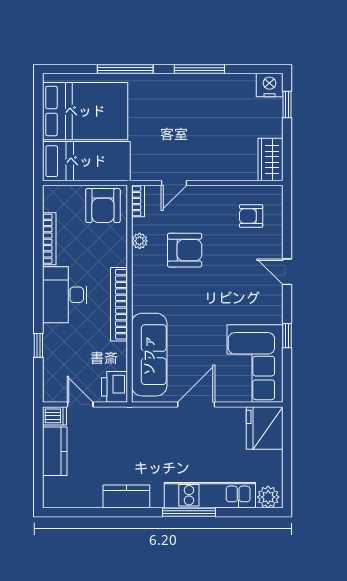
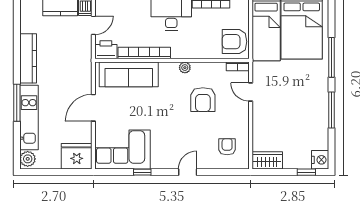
plant: (140, 241) -> (185, 68), moved
bookcase: (119, 304) -> (144, 53), moved
door: (196, 405) -> (93, 108), swing flipped
kitchen counter: (126, 496) -> (28, 58), width x1.50

